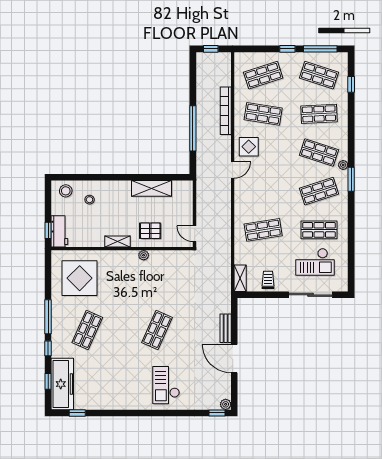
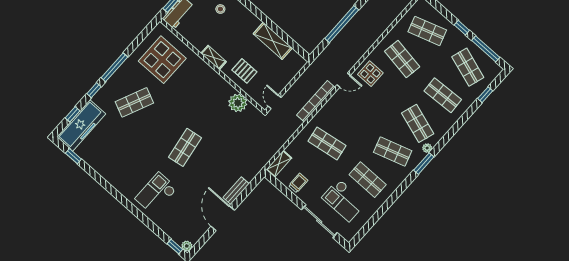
bookcase: (226, 111) -> (316, 101), moved
plant: (144, 255) -> (238, 103), moved, width x1.87, depth x1.87
shop shelf: (157, 330) -> (185, 147), turned -33

